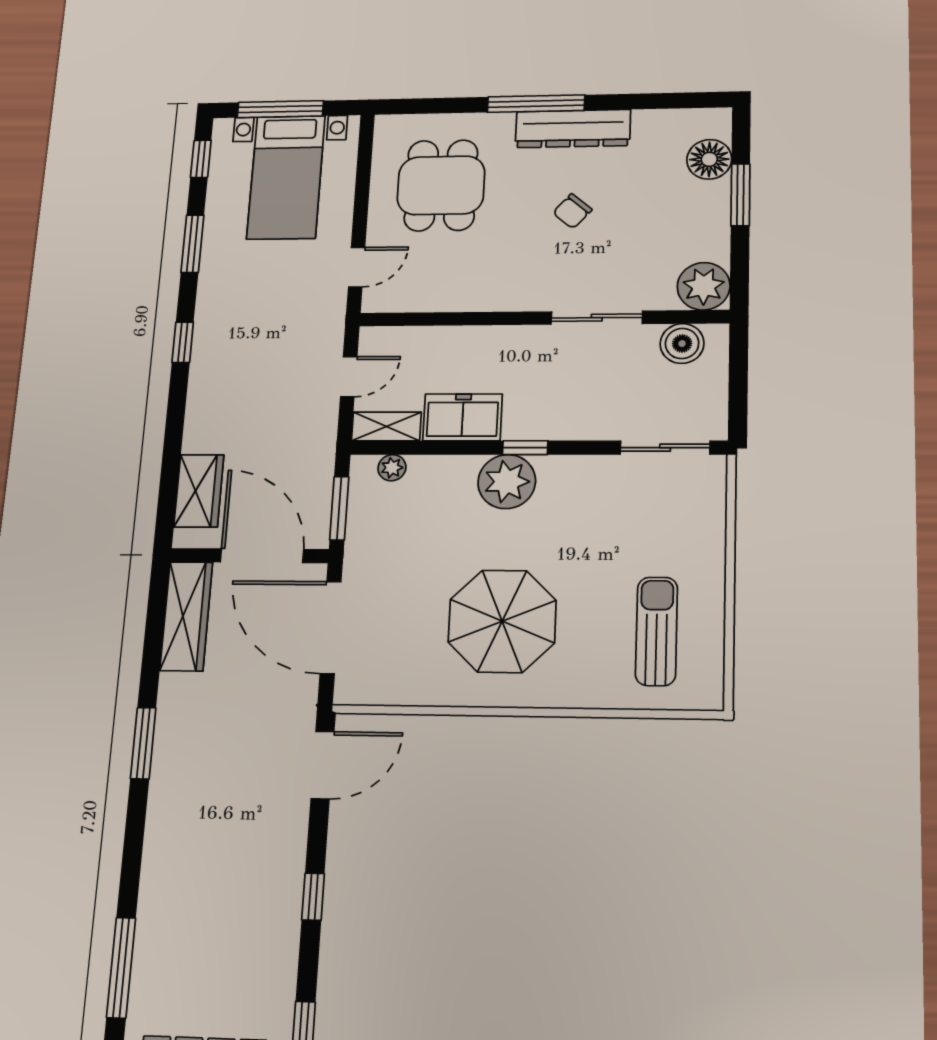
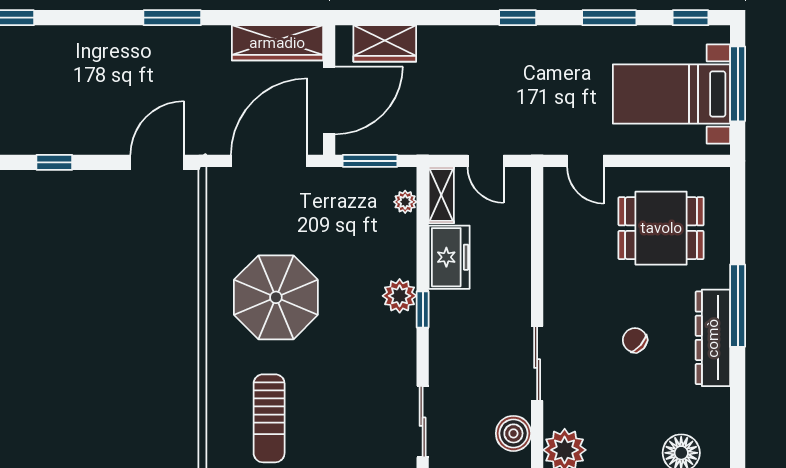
plant: (507, 482) -> (400, 296), width x0.73, depth x0.73
sun lounger: (657, 631) -> (269, 418), turned 90
door: (323, 765) -> (157, 162), swing flipped

